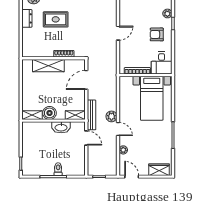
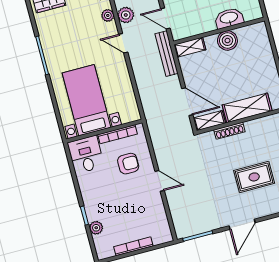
door: (118, 33) -> (160, 181), swing flipped
armchair: (157, 34) -> (128, 164), moved
door: (86, 80) -> (187, 102), hinge flipped
shelving: (32, 115) -> (209, 121), moved
plant: (111, 116) -> (126, 15), moved
washbasin: (61, 127) -> (229, 18), moved

